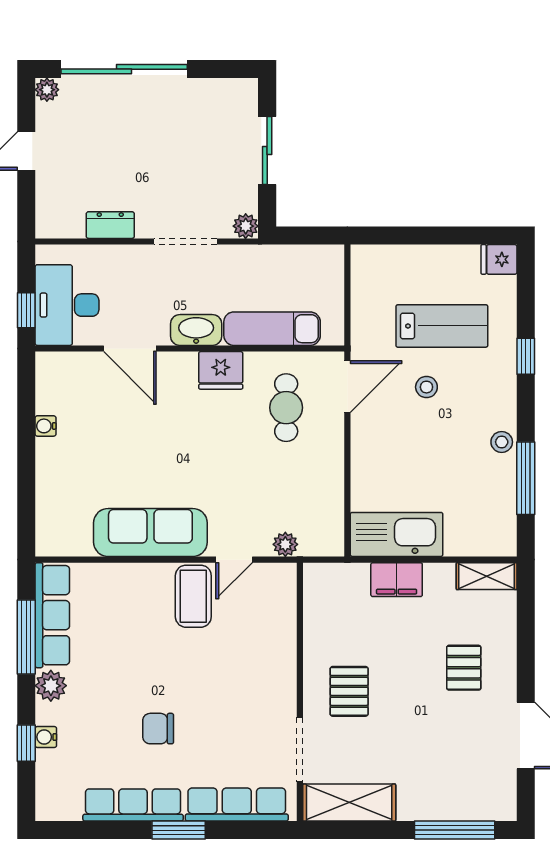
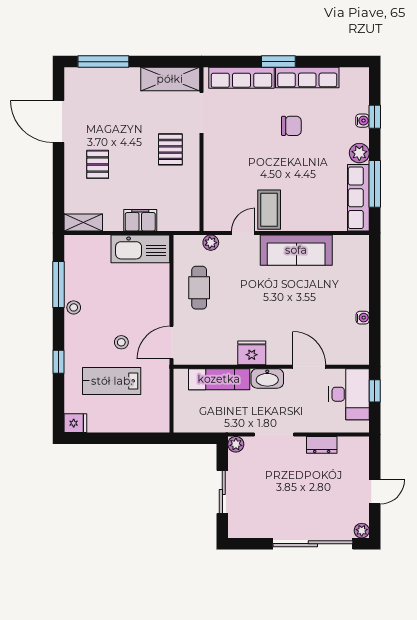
cafe table: (286, 408) -> (199, 288), moved

